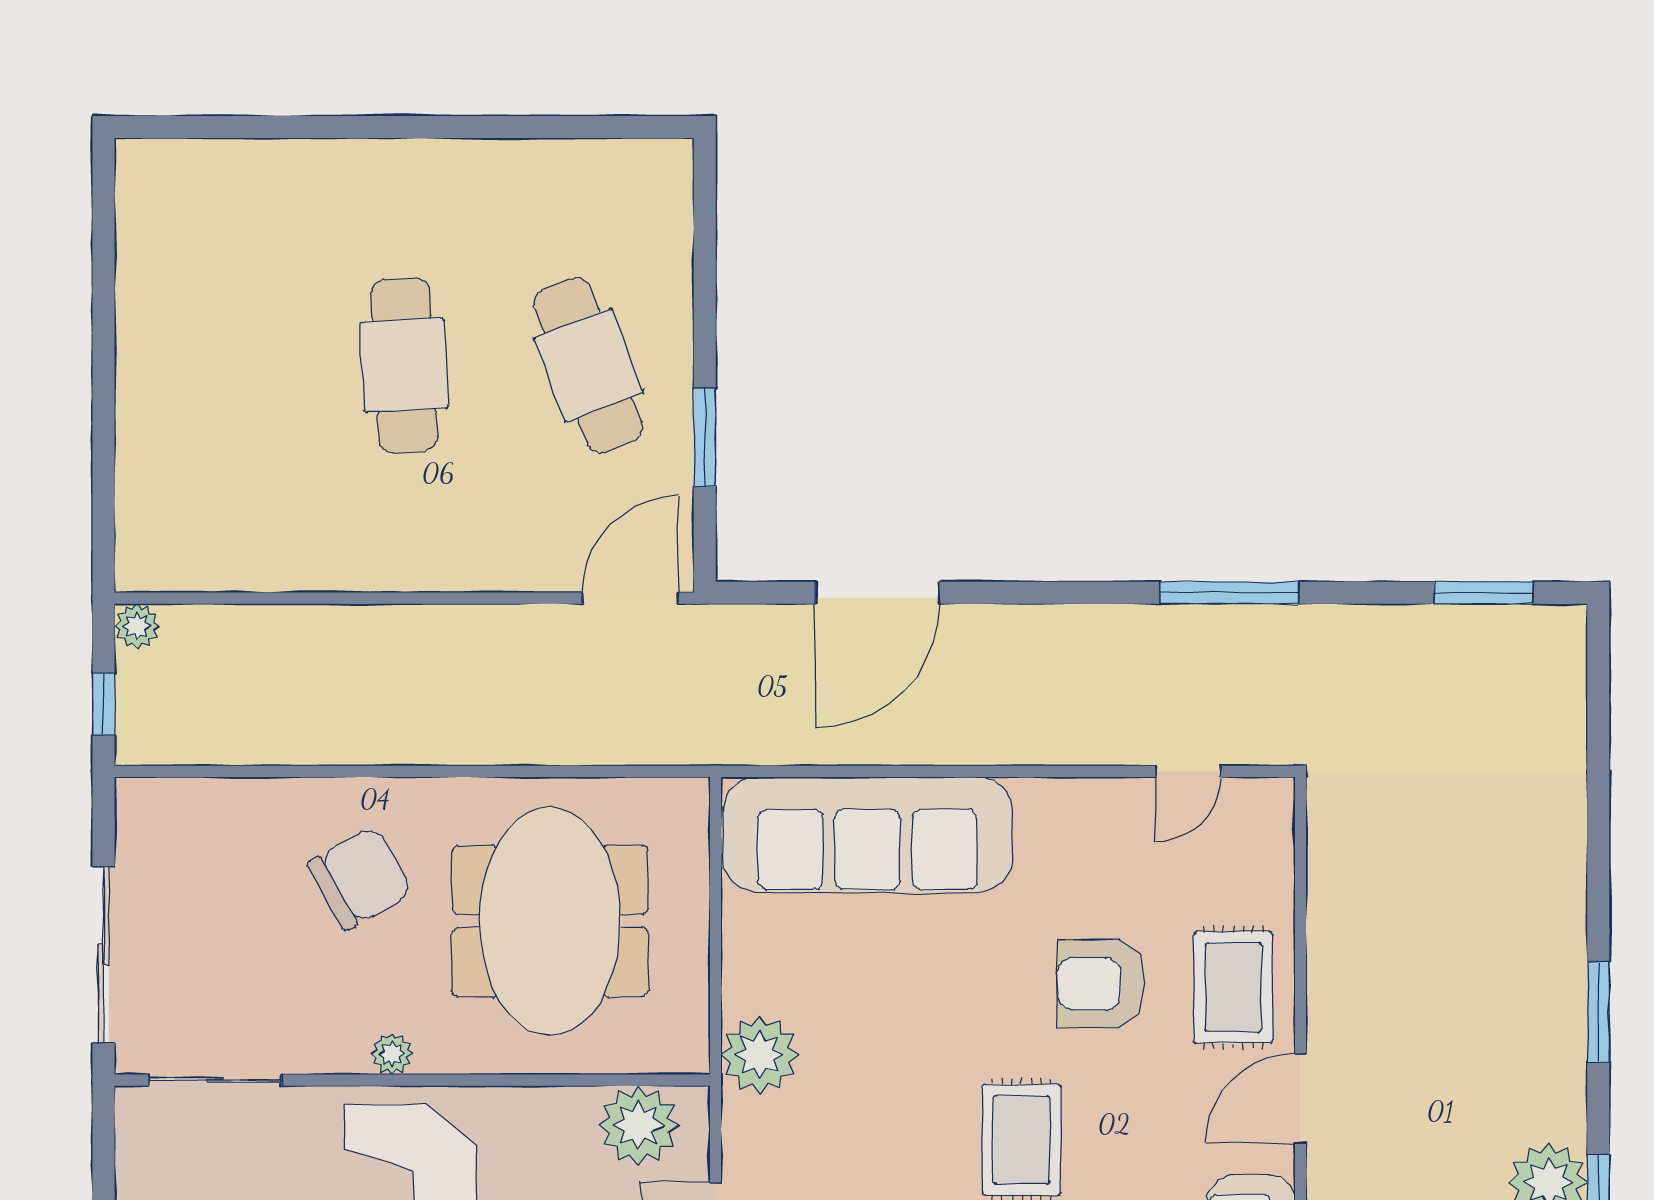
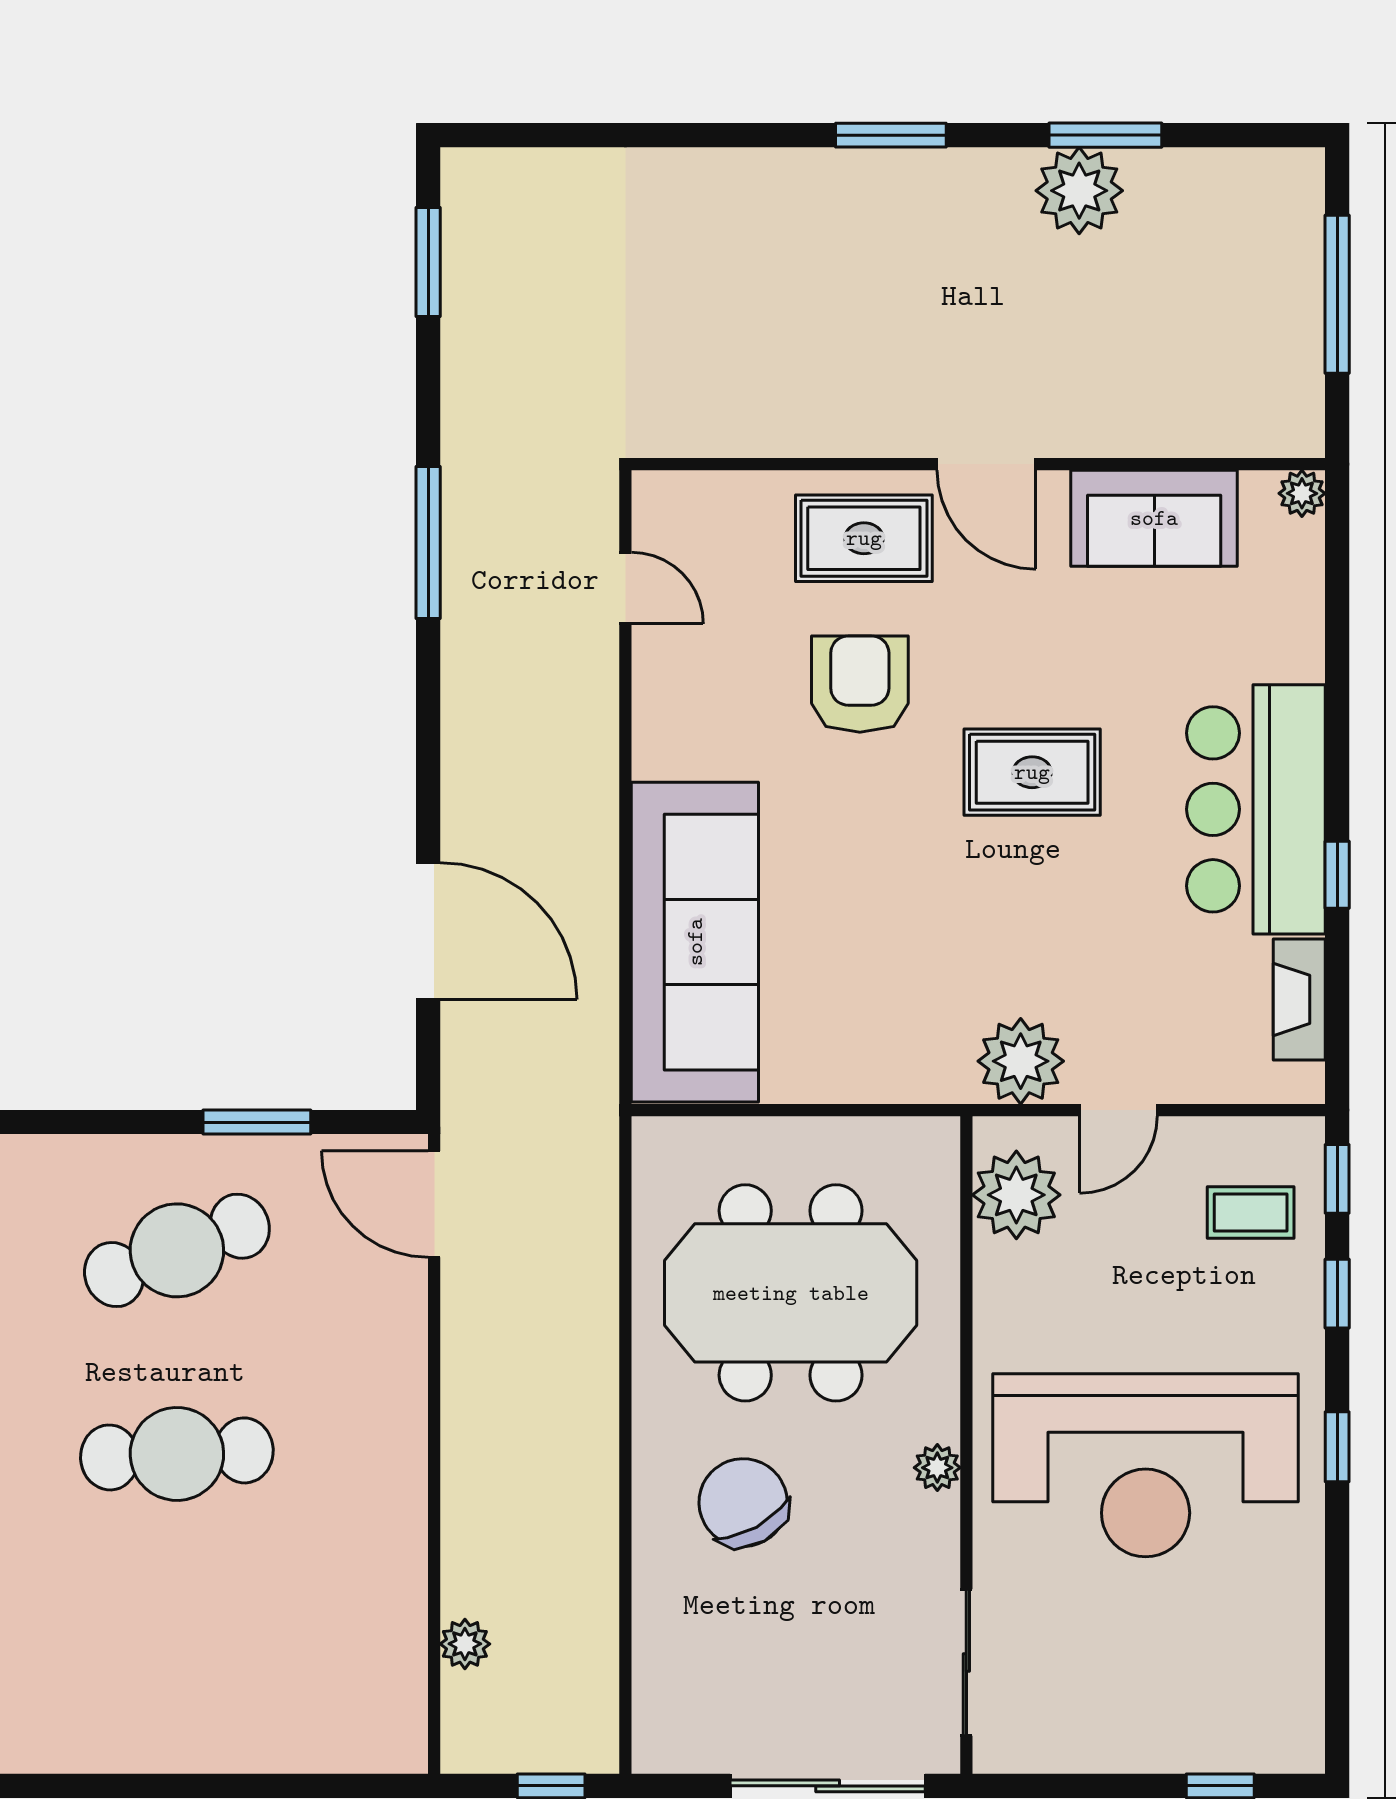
plant: (137, 626) -> (465, 1644), moved
armchair: (1101, 984) -> (860, 684), turned 180
plant: (760, 1055) -> (1021, 1061), moved

